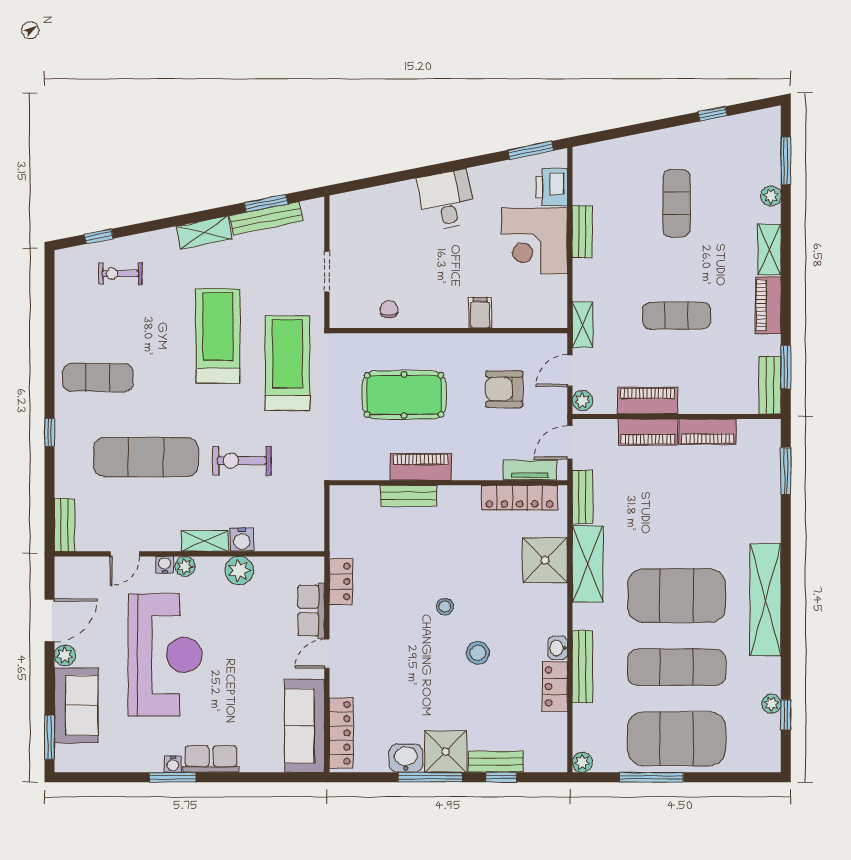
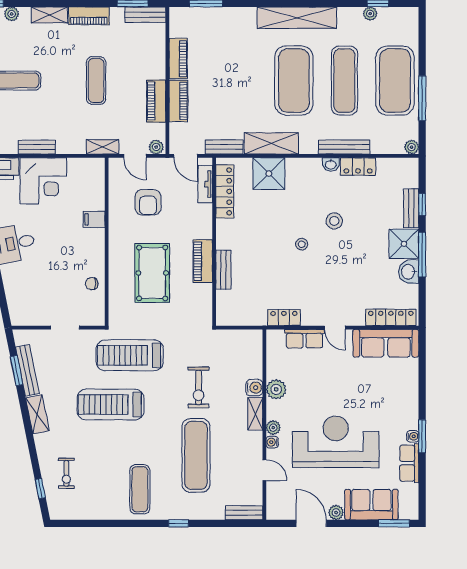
row of seats: (211, 759) -> (409, 463), moved

